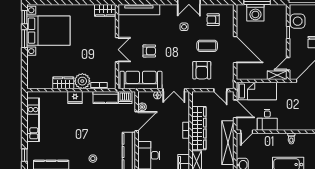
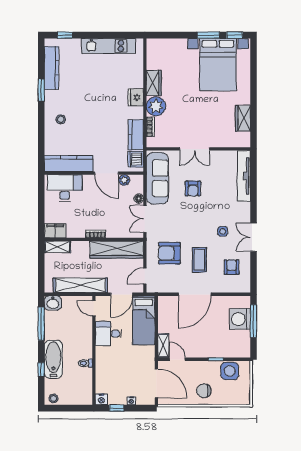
wardrobe: (105, 10) -> (243, 118), moved
wardrobe: (199, 128) -> (117, 250), moved

